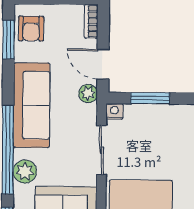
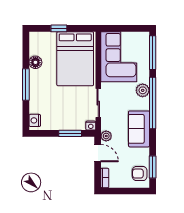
armchair: (31, 29) -> (140, 174), turned -90
sofa: (32, 105) -> (139, 129), width x0.73

